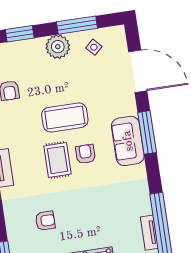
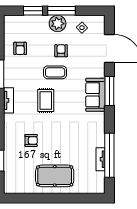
window: (77, 25) -> (62, 11), moved
coffee table: (65, 117) -> (55, 72), width x0.73, depth x0.76
armchair: (85, 154) -> (61, 51), moved

